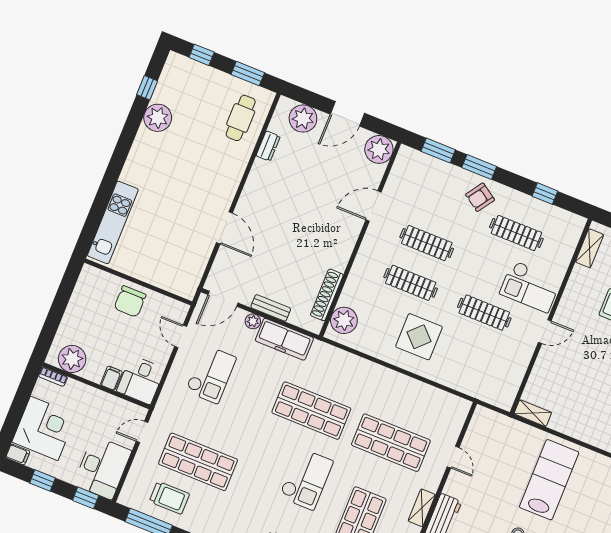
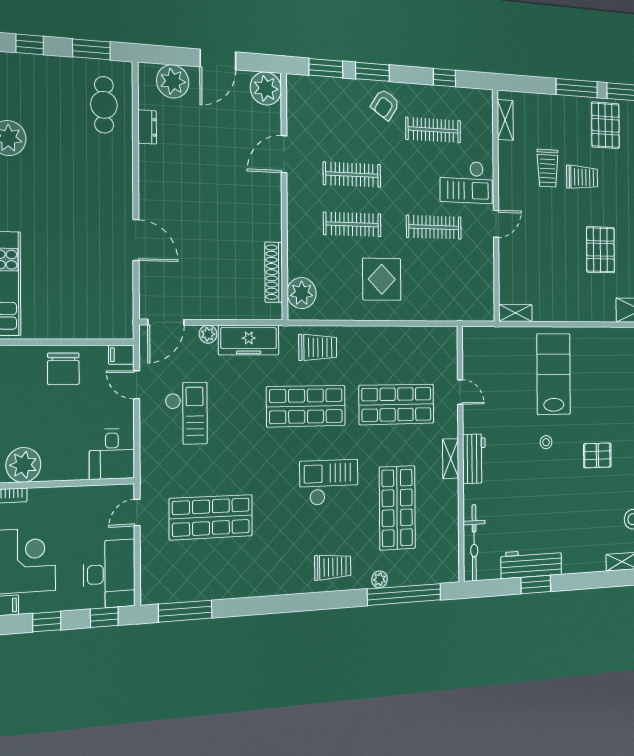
bench: (271, 308) -> (221, 311), removed
filing cabinet: (111, 378) -> (121, 355), moved, turned -90
checkout: (306, 479) -> (329, 482), turned -90
trolley: (169, 498) -> (318, 347), moved

